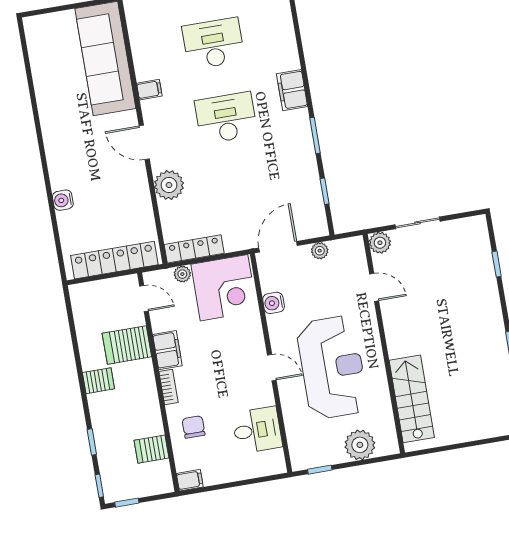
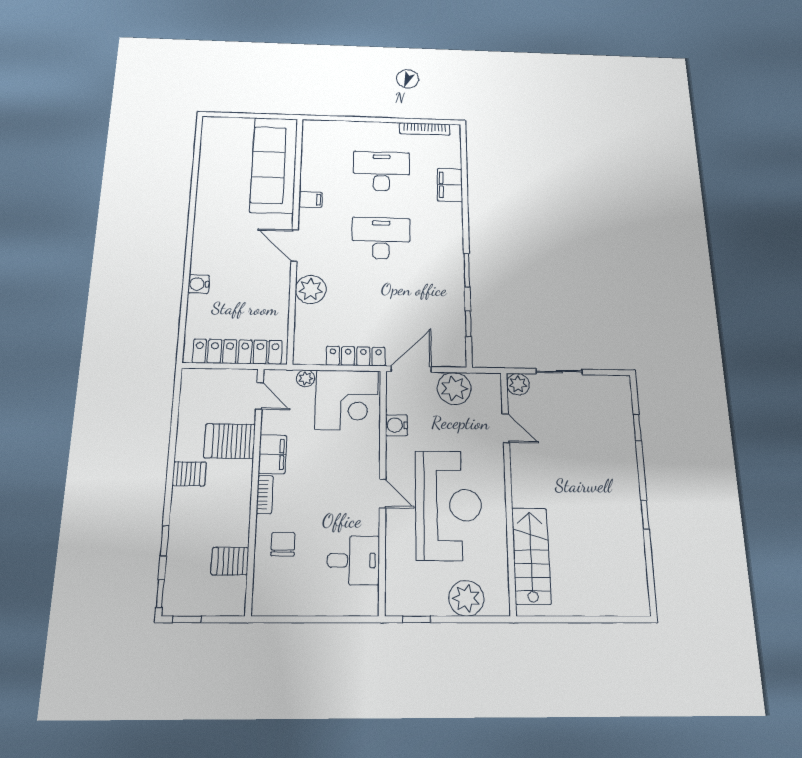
filing cabinet: (292, 90) -> (450, 185), moved
locker: (194, 249) -> (356, 356), moved
plant: (320, 251) -> (454, 388), width x1.88, depth x1.88
filing cabinet: (190, 480) -> (266, 605), removed

